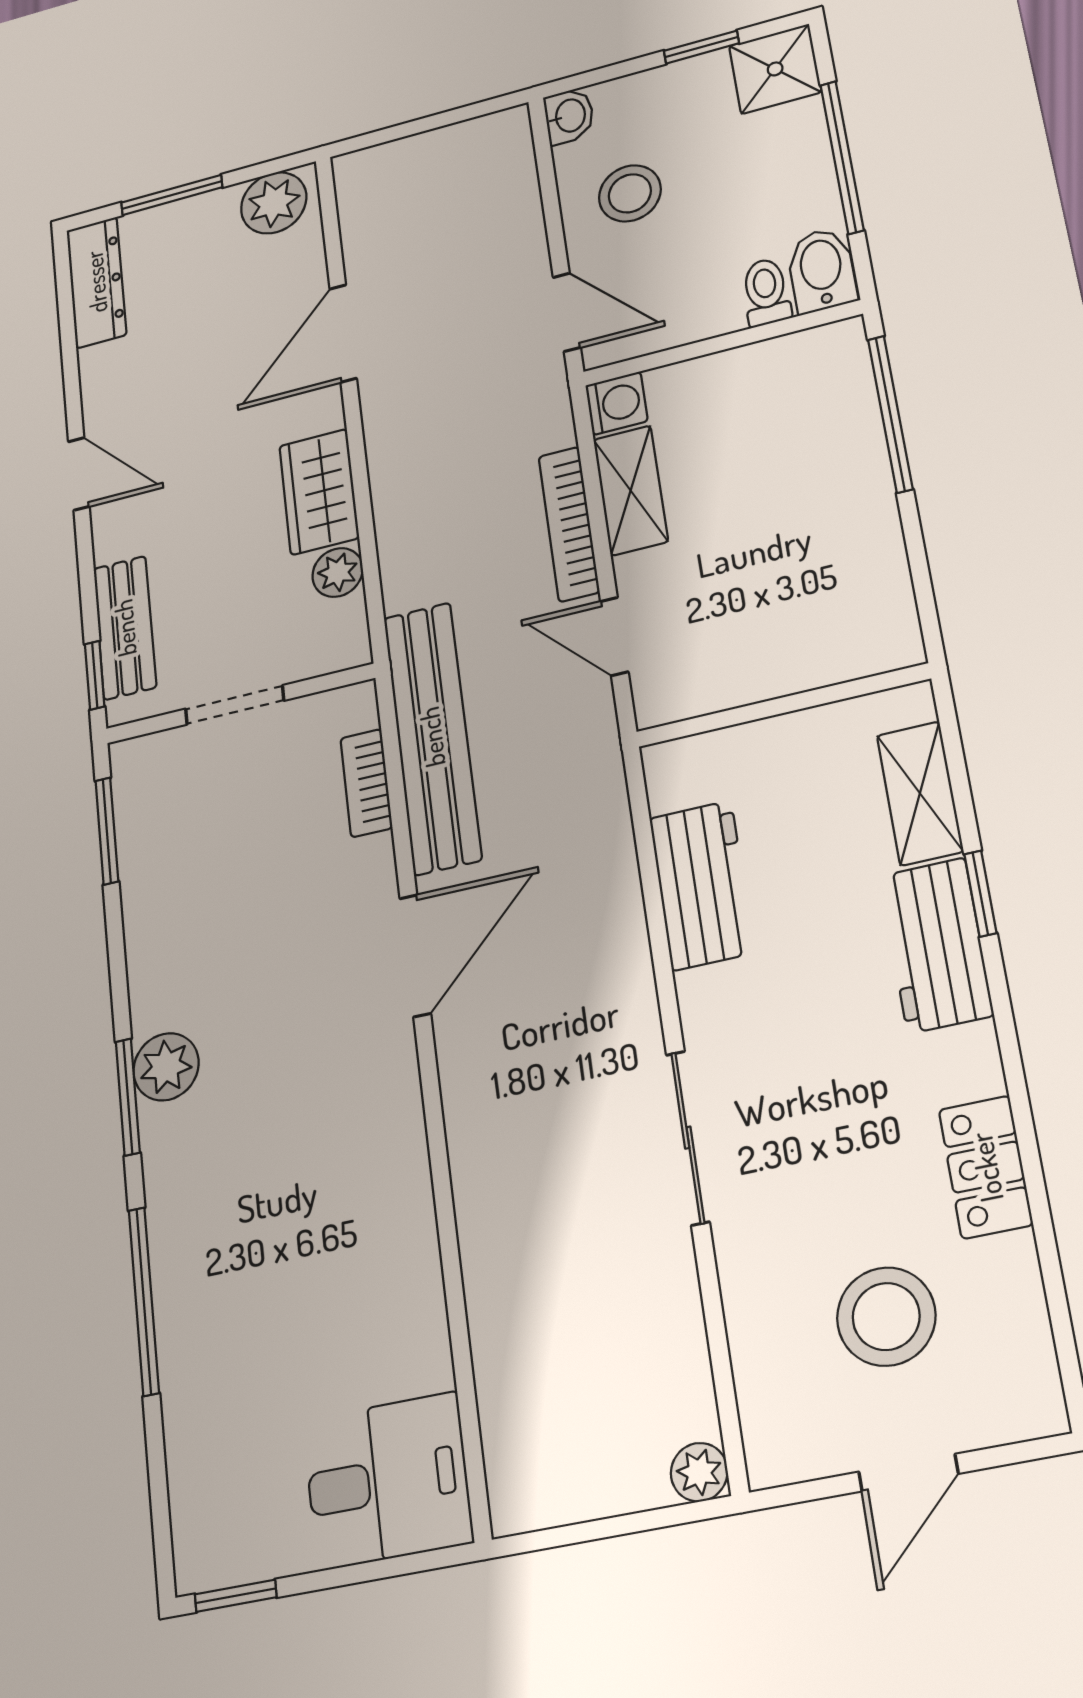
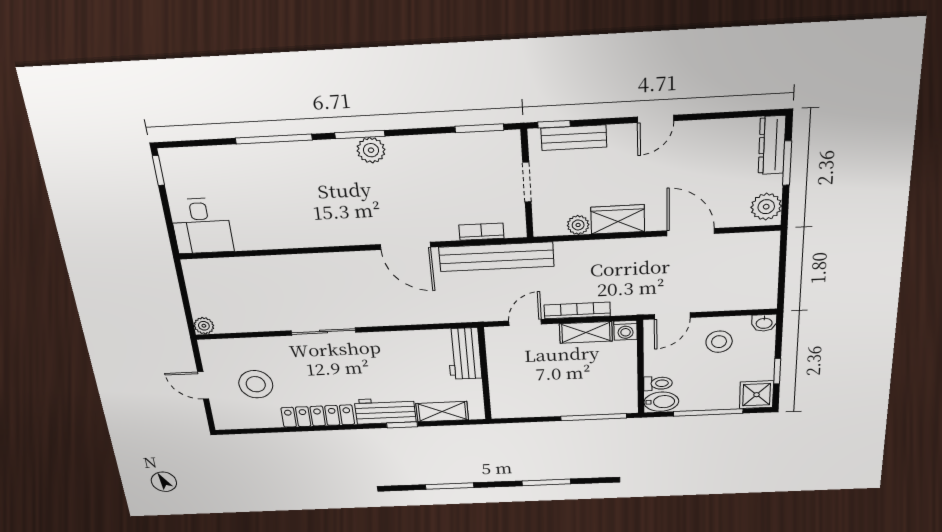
dresser: (96, 282) -> (772, 145), moved, turned 90
workbench: (702, 885) -> (464, 354), moved, turned 90
locker: (986, 1167) -> (318, 416), width x1.53

